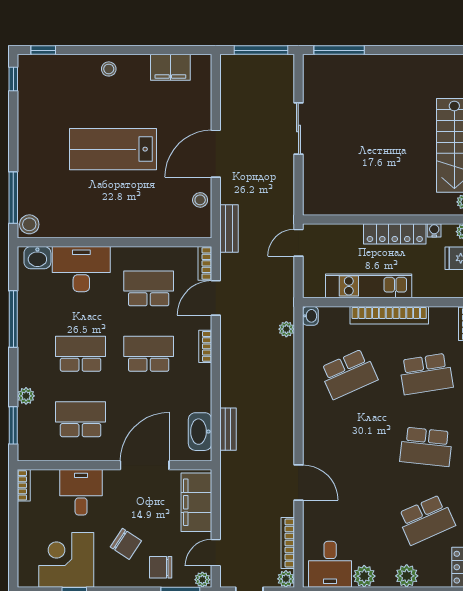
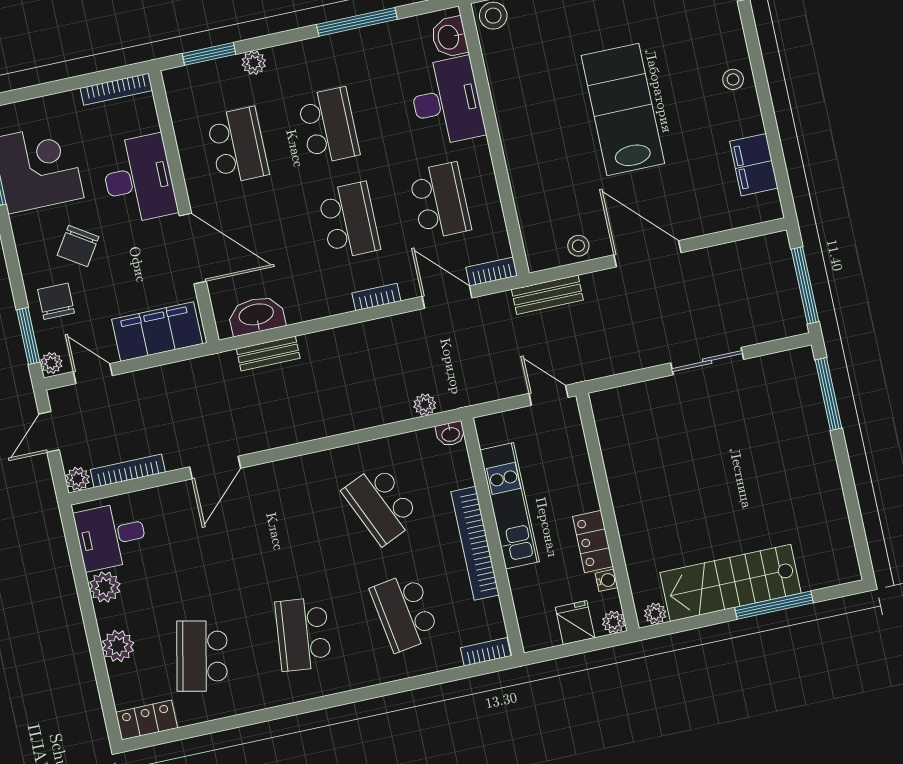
locker: (395, 234) -> (593, 541), width x0.66
bookcase: (24, 485) -> (116, 89), width x1.56
desk: (81, 492) -> (139, 179), width x1.37
school desk: (426, 520) -> (202, 656), turned 36

